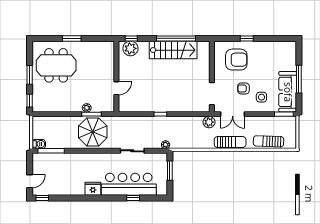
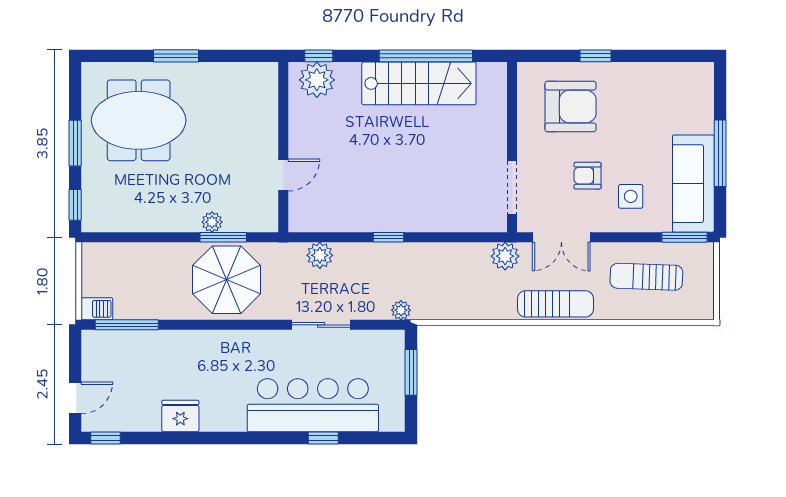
plant: (132, 122) -> (320, 255), added
sun lounger: (269, 141) -> (646, 277), moved
fridge: (93, 189) -> (180, 416), moved

